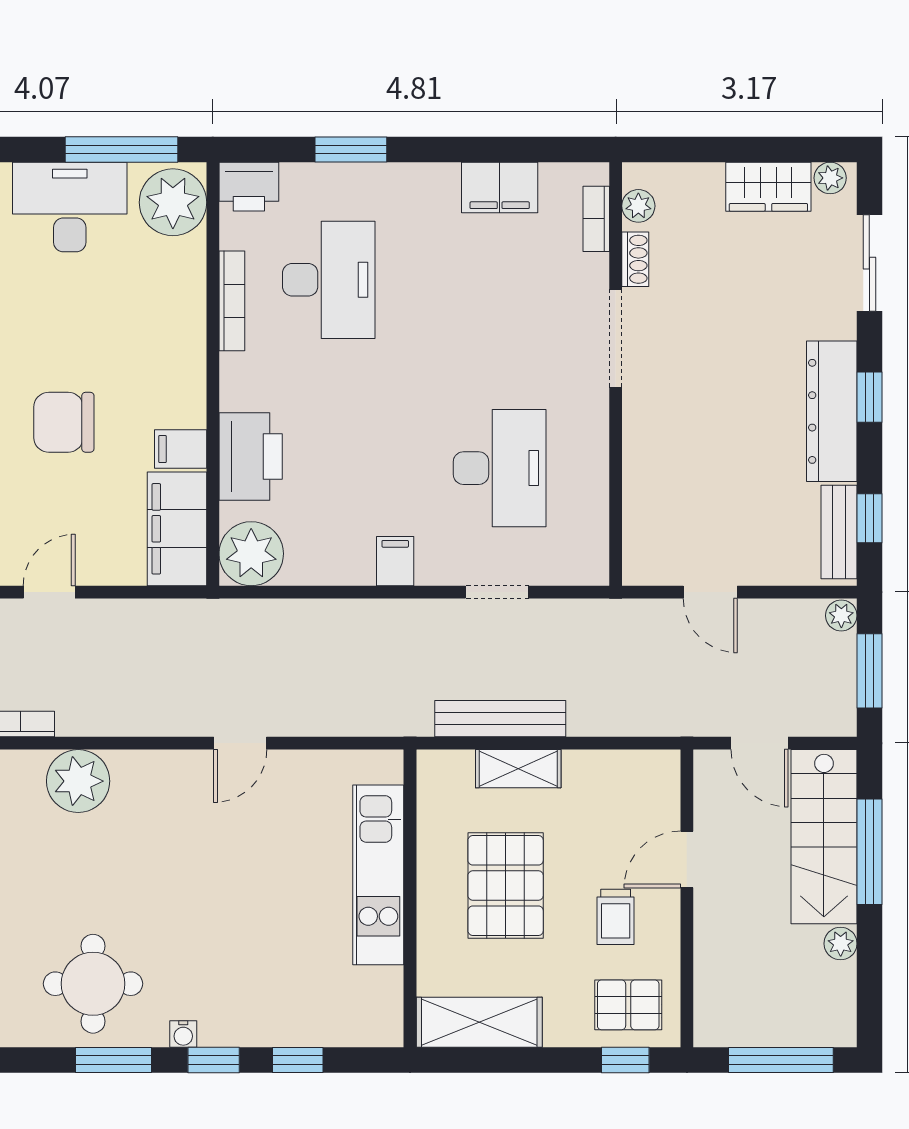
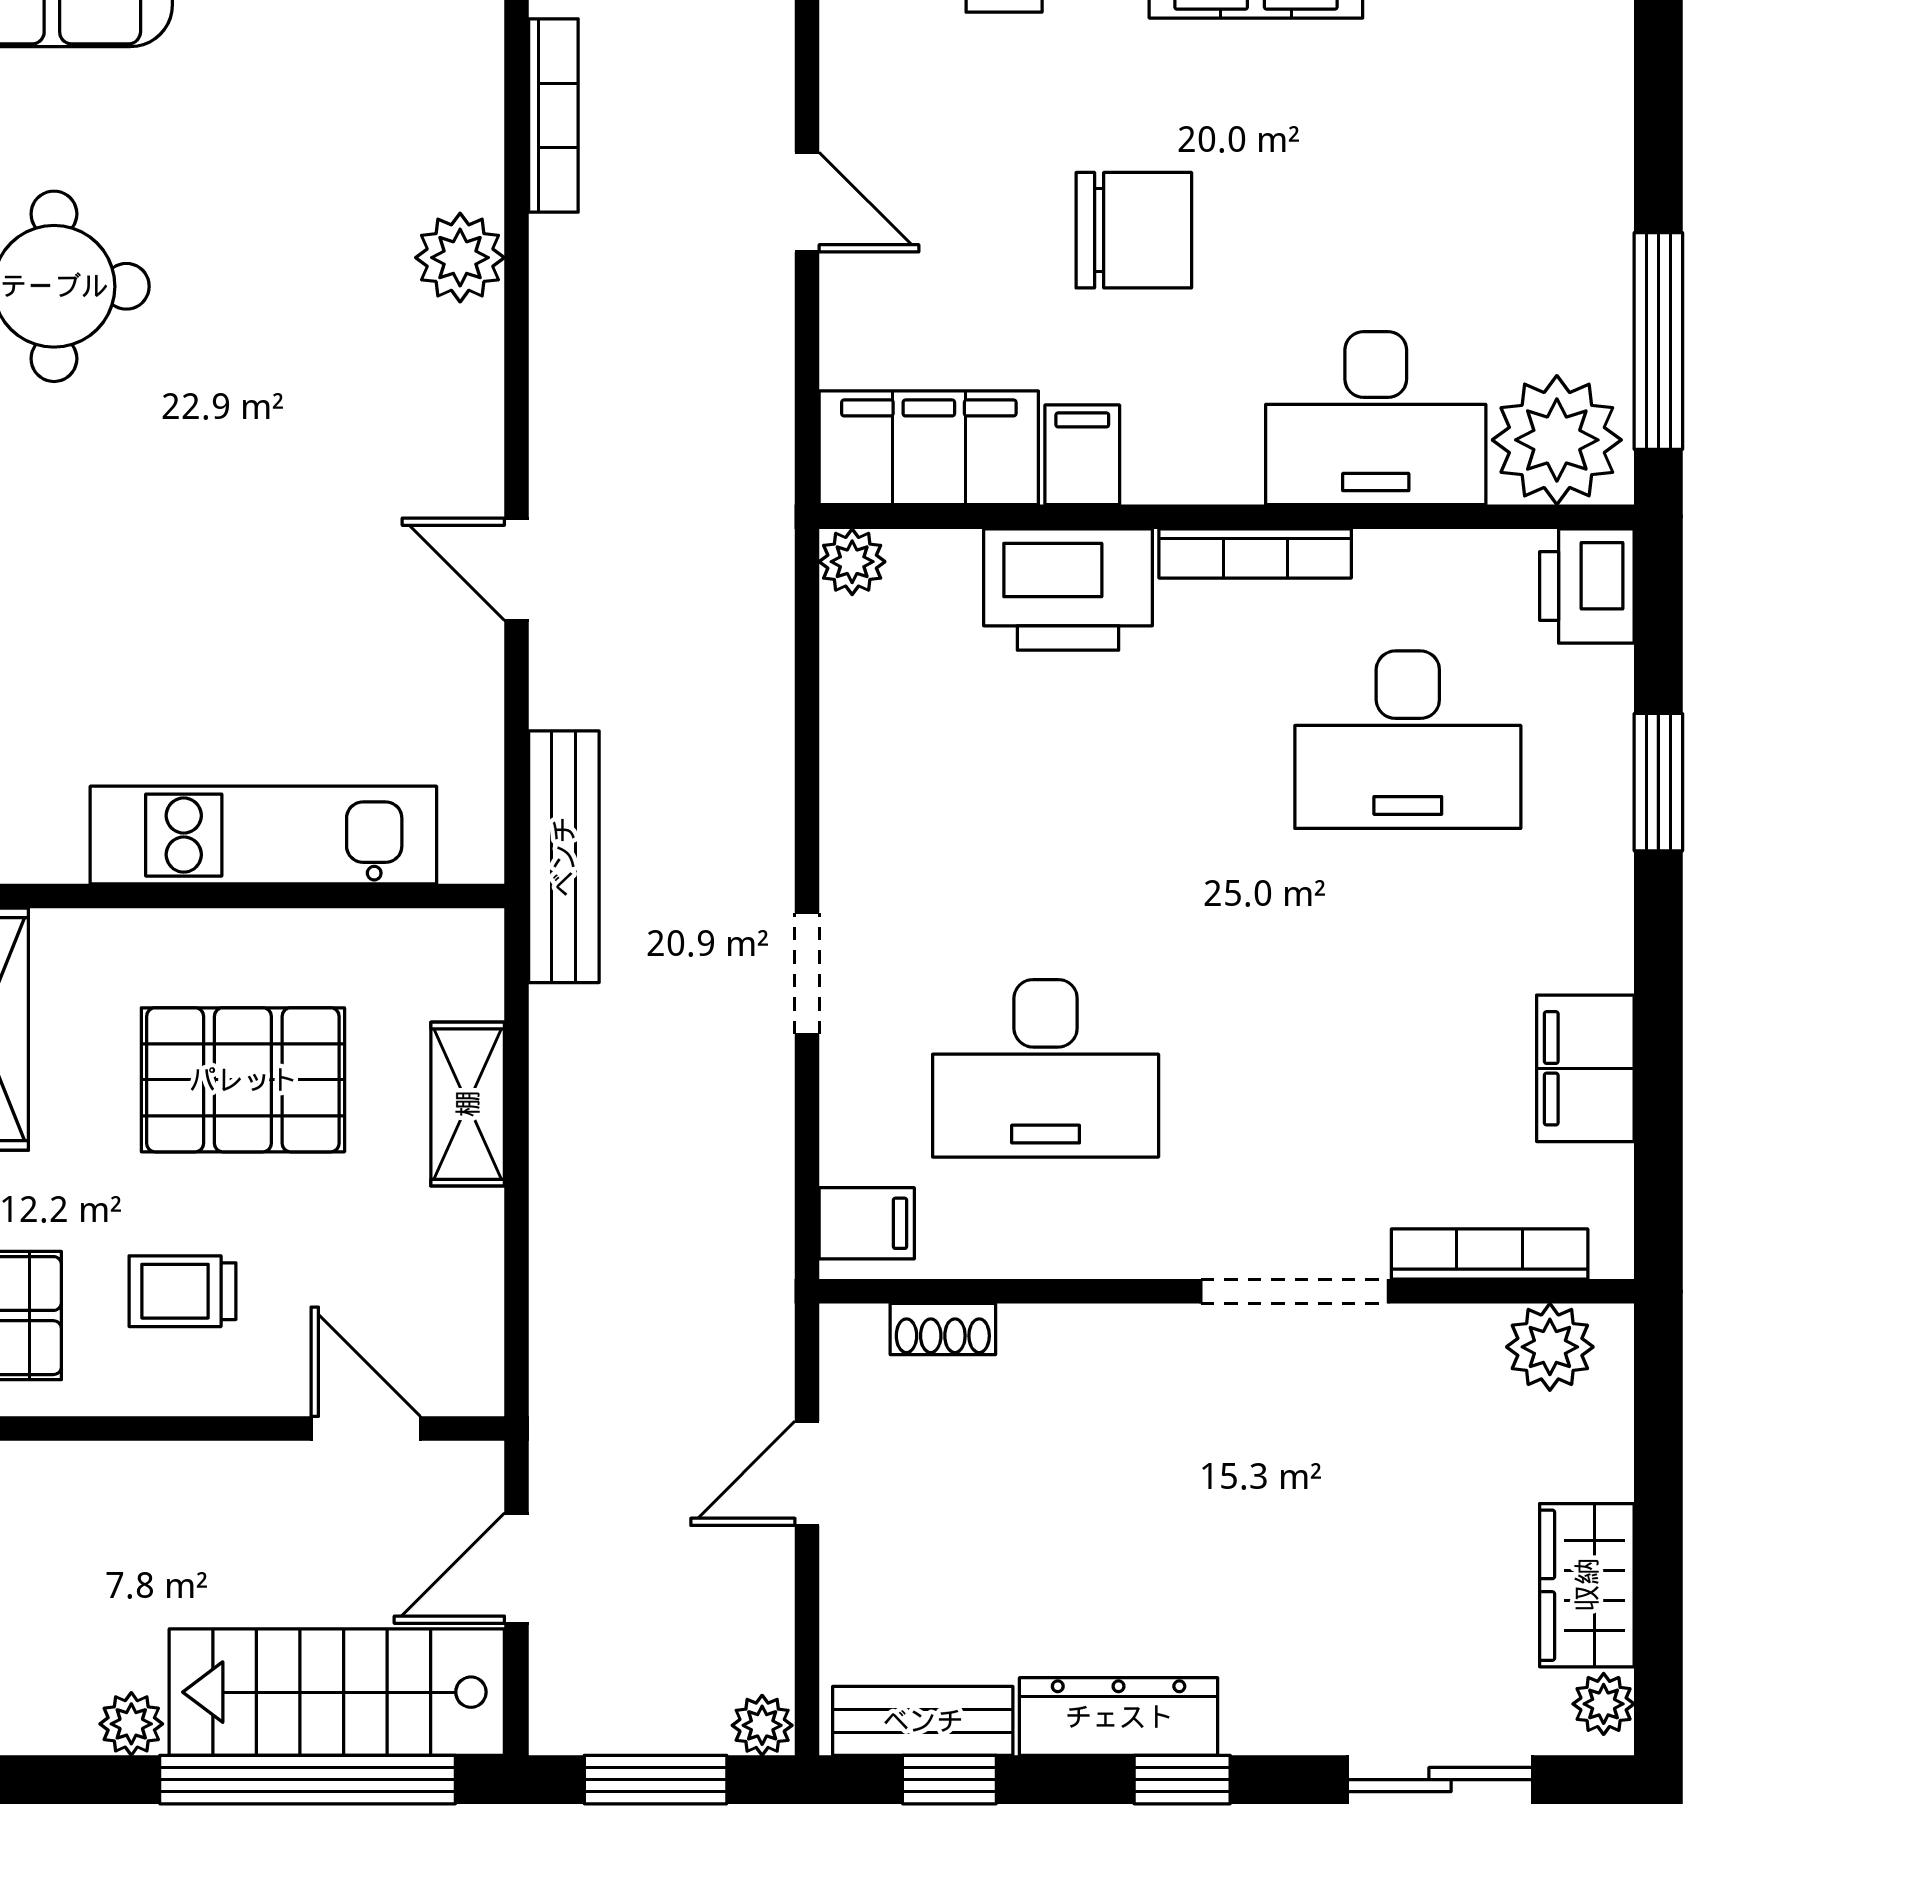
plant: (638, 206) -> (1550, 1347), width x1.38, depth x1.38
desk: (70, 207) -> (1376, 418), moved, turned 90
bookcase: (596, 219) -> (1490, 1254), width x1.56
shoe rack: (635, 259) -> (943, 1329), moved
bookcase: (232, 301) -> (1255, 553), moved
dresser: (832, 411) -> (1119, 1717), width x0.73, depth x0.80
chair: (64, 422) -> (1134, 230), turned 90
plant: (251, 554) -> (852, 562), width x0.53, depth x0.53
filing cabinet: (395, 561) -> (867, 1223), moved
doorway: (497, 592) -> (807, 973), moved
bench: (500, 719) -> (564, 857), moved
plant: (78, 781) -> (460, 258), width x0.73, depth x0.73
window: (869, 852) -> (308, 1780), width x1.46
door: (687, 860) -> (366, 1429), moved

